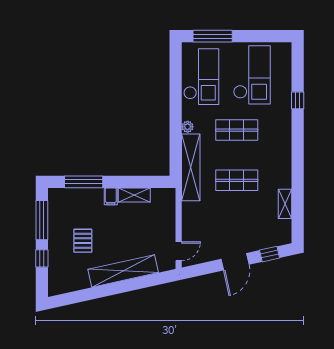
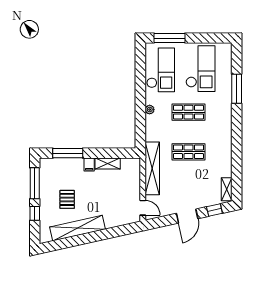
window: (298, 100) -> (237, 89), width x2.17
shelving: (191, 167) -> (152, 168), moved
shelving: (285, 204) -> (227, 189), moved
door: (179, 251) -> (143, 208), hinge flipped
shelving: (123, 271) -> (77, 228), moved

